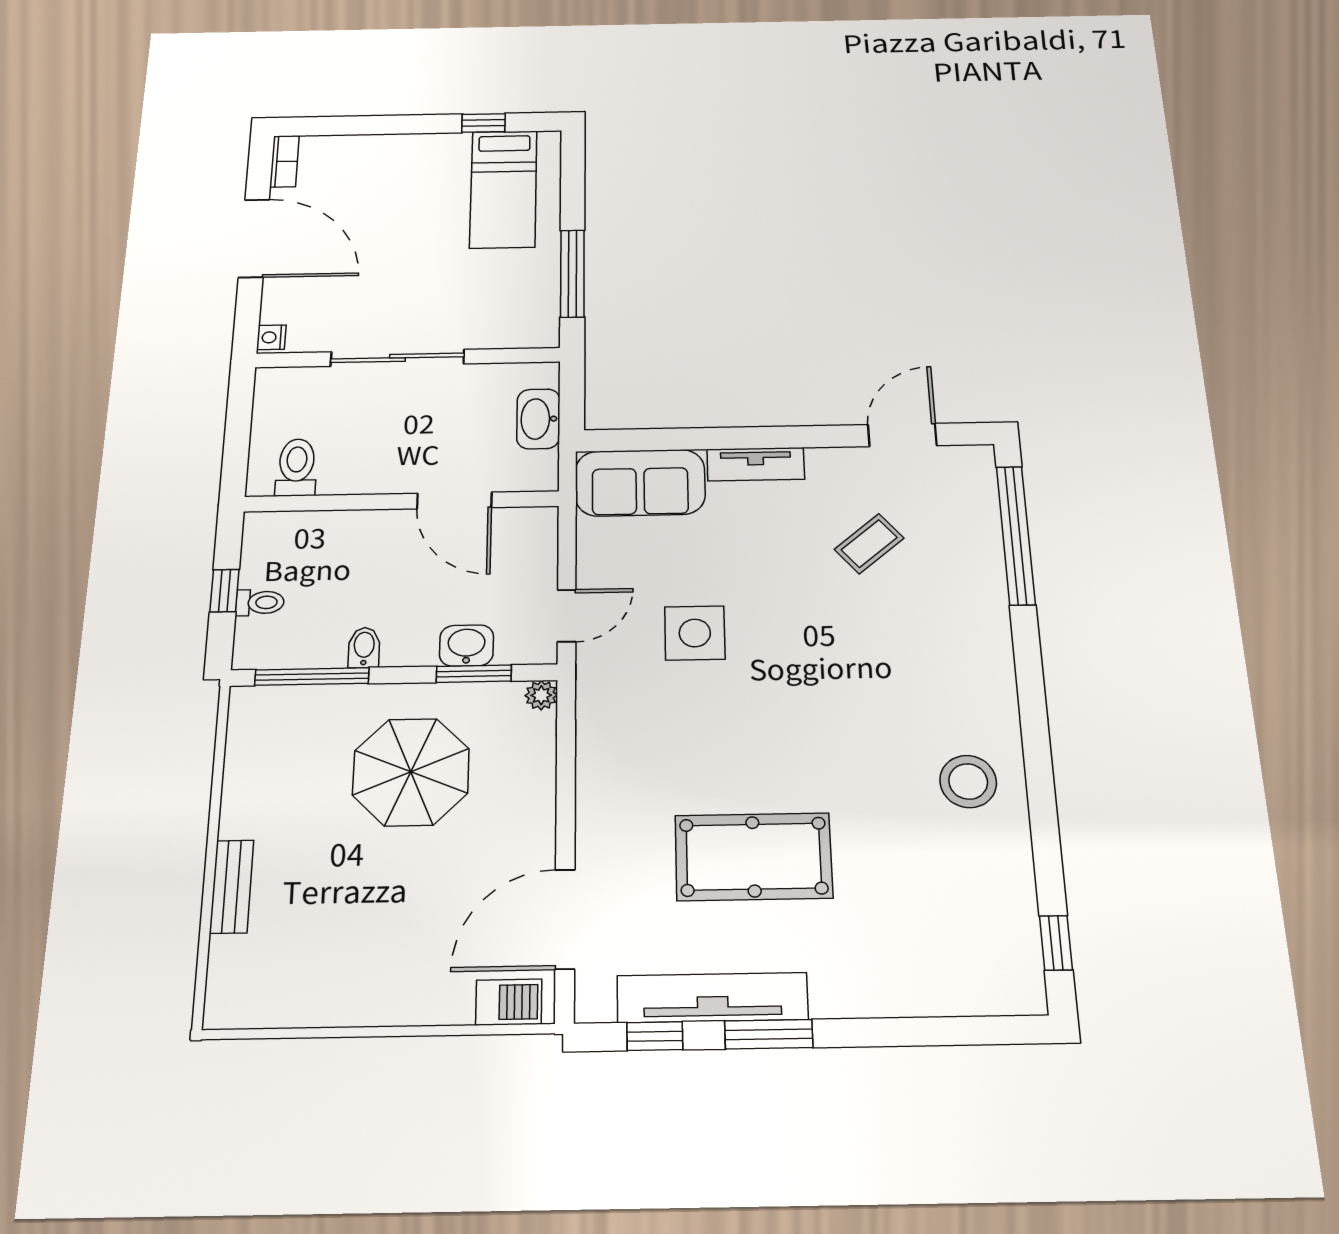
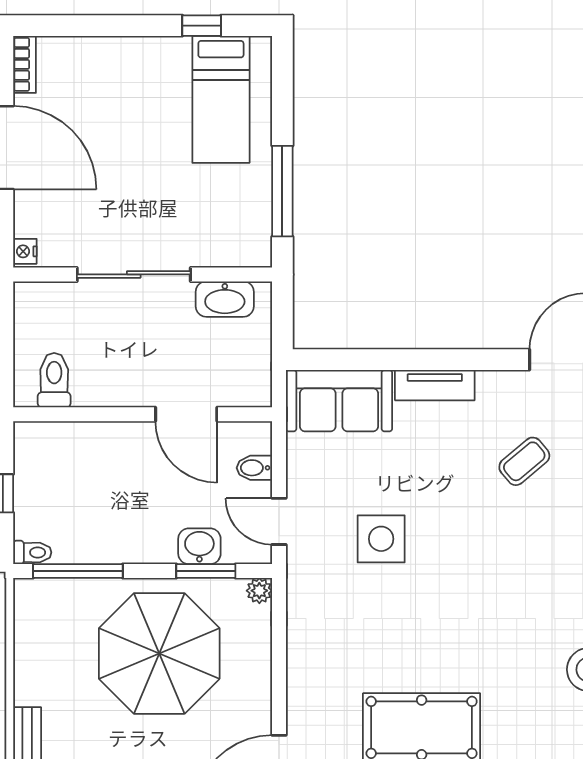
washbasin: (538, 419) -> (225, 299), moved, turned -90
toilet: (260, 603) -> (32, 552), moved
door: (567, 616) -> (279, 521), swing flipped
bidet: (364, 648) -> (254, 468), moved, turned -90
parasol: (411, 772) -> (159, 653), width x1.36, depth x1.36

